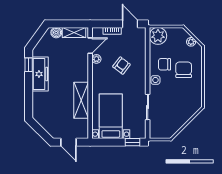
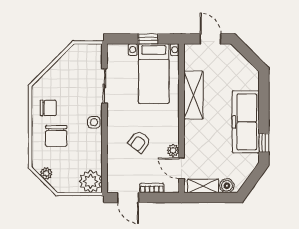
door: (90, 46) -> (181, 168), hinge flipped
chair: (164, 64) -> (48, 108), moved
freezer: (40, 74) -> (246, 122), width x1.36, depth x1.26
window: (132, 142) -> (148, 39), moved

